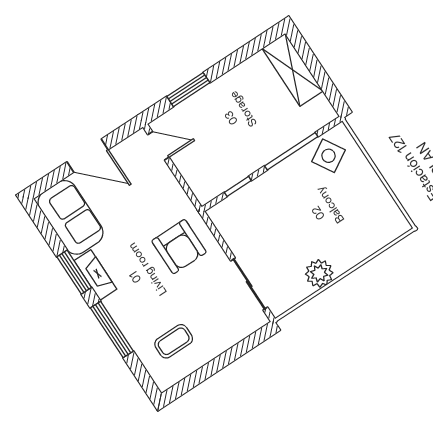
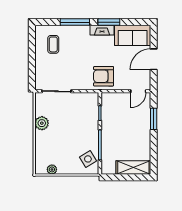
plant: (386, 205) -> (52, 169), added
armchair: (179, 247) -> (104, 76), moved

